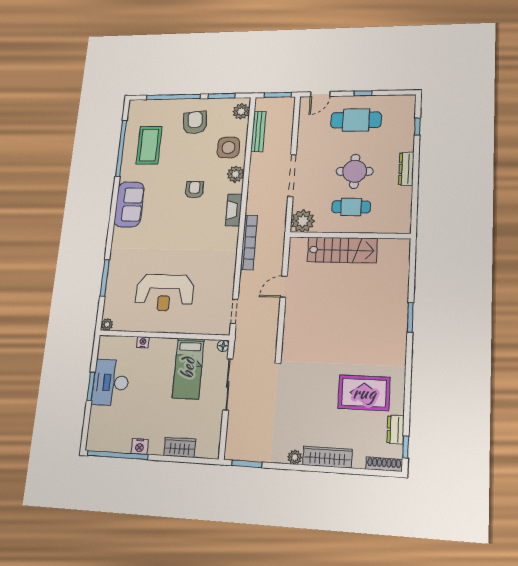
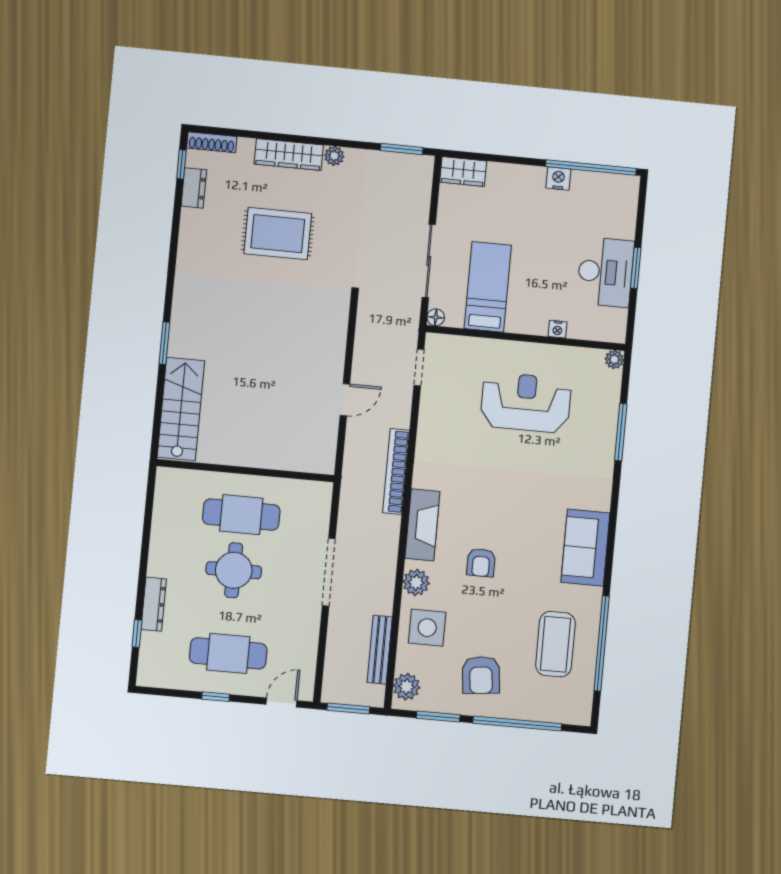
dresser: (406, 169) -> (154, 604), moved
cafe table: (351, 207) -> (241, 515), width x1.37, depth x1.35
fireplace: (234, 210) -> (422, 525), width x1.37, depth x1.32
plant: (303, 221) -> (314, 499), removed
stairs: (342, 250) -> (181, 409), moved, turned 90
rug: (364, 393) -> (278, 234), moved
wardrobe: (180, 447) -> (463, 171), moved

